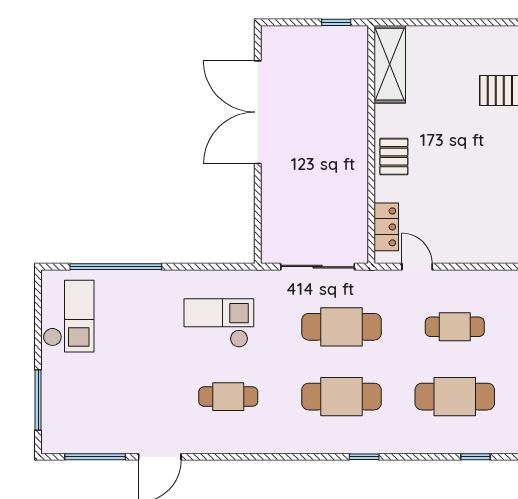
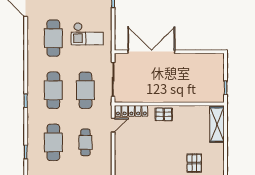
shelving: (390, 64) -> (217, 124), moved, turned 90
double door: (258, 112) -> (151, 52), moved
locker: (386, 227) -> (131, 111), width x1.53
checkout: (219, 323) -> (87, 34), turned 90
cafe table: (228, 397) -> (53, 38), width x1.37, depth x1.35

